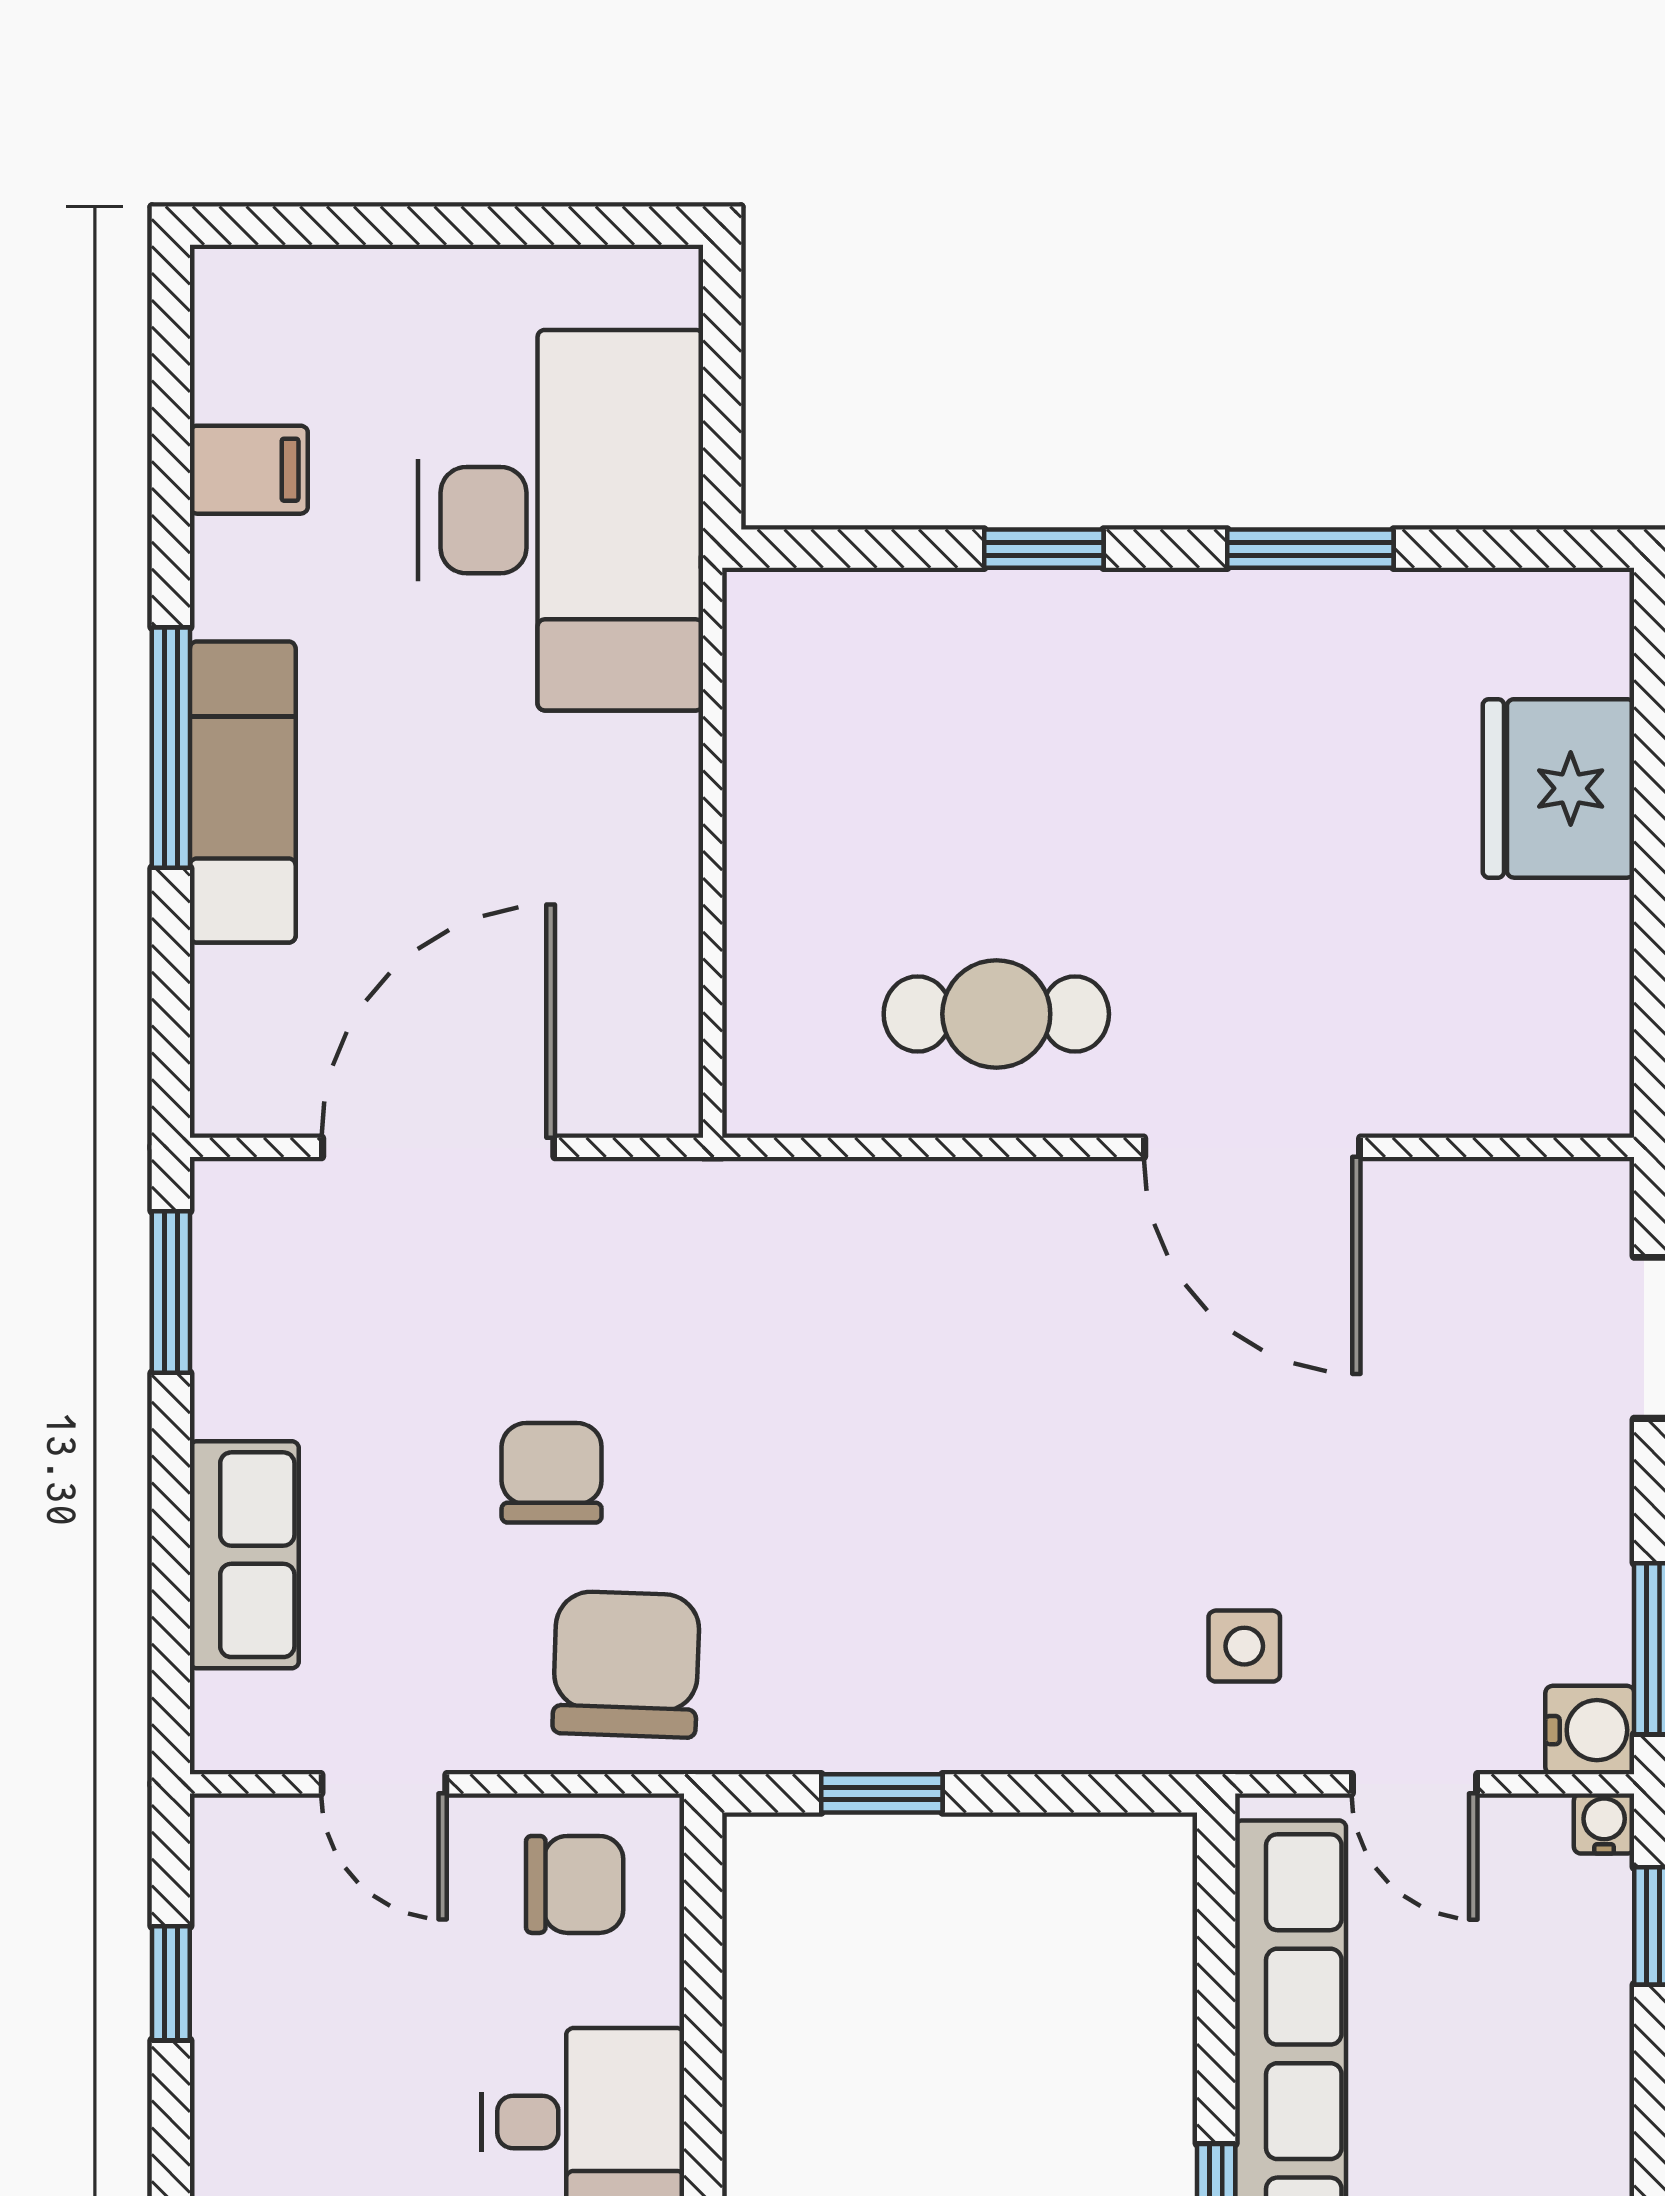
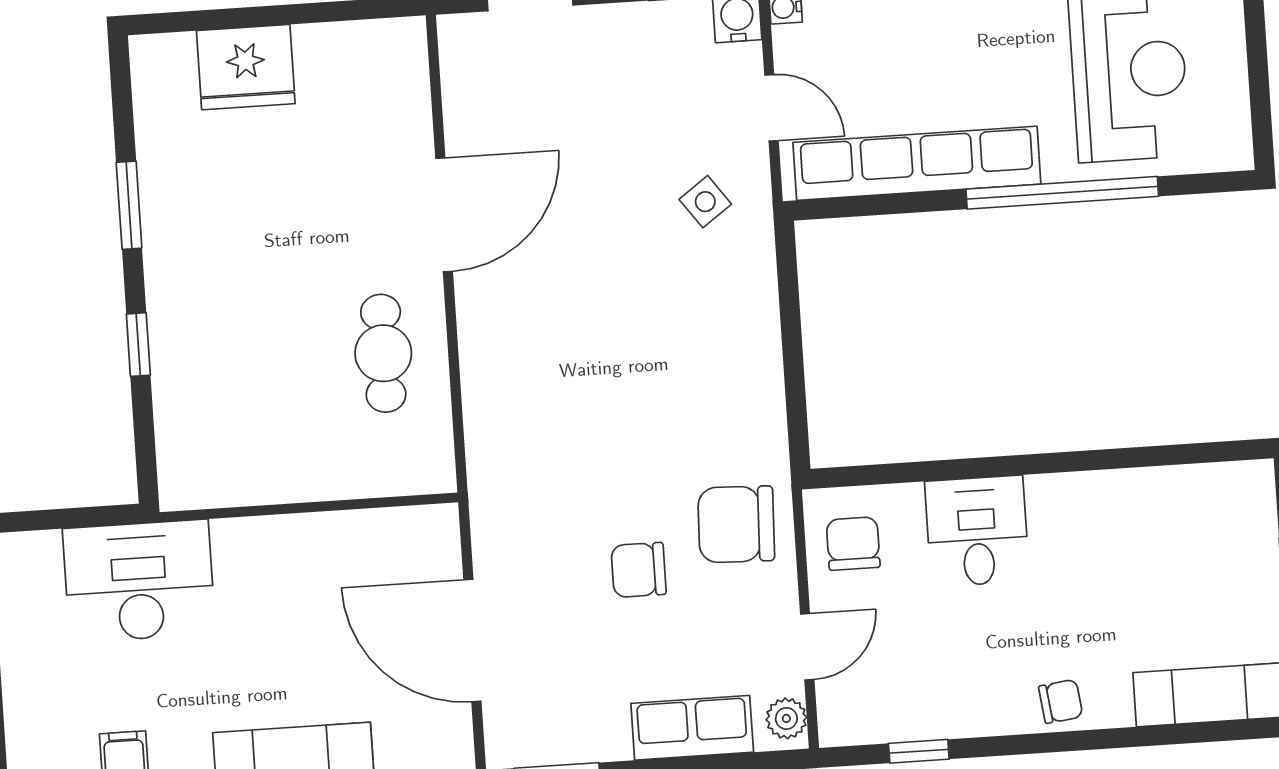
desk: (560, 520) -> (139, 581), width x0.73, depth x0.77
side table: (1244, 1646) -> (705, 202), turned -36
plant: (250, 1735) -> (786, 718), added
door: (1414, 1784) -> (771, 108), hinge flipped
window: (882, 1793) -> (795, 386), removed

